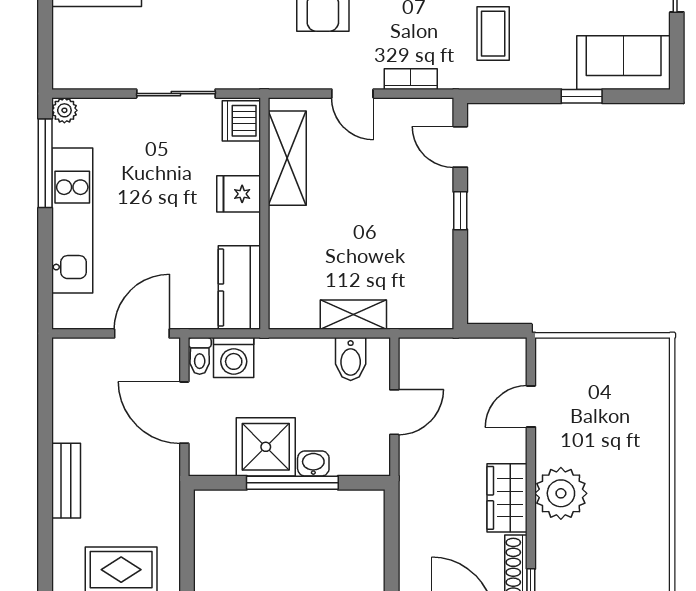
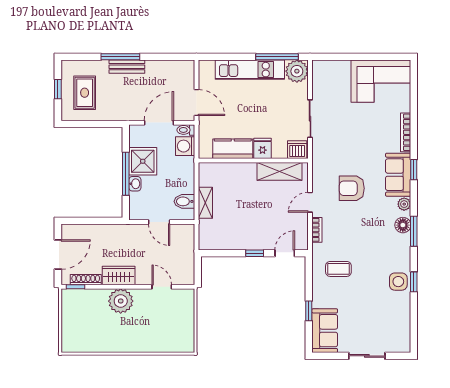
plant: (64, 110) -> (297, 71), width x1.88, depth x1.88
kitchen counter: (239, 288) -> (233, 149), moved
window: (45, 494) -> (120, 57), added

